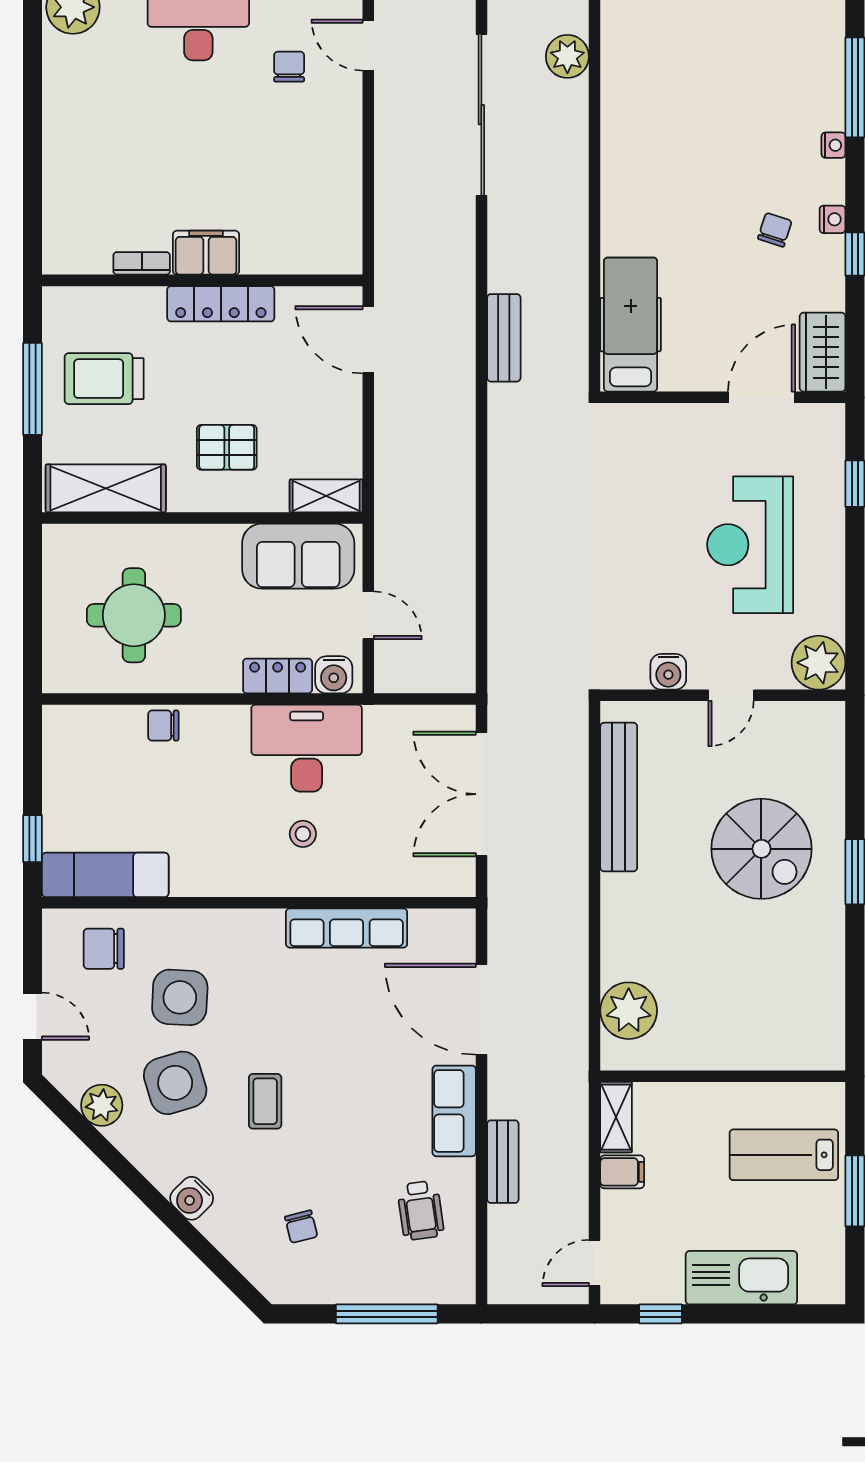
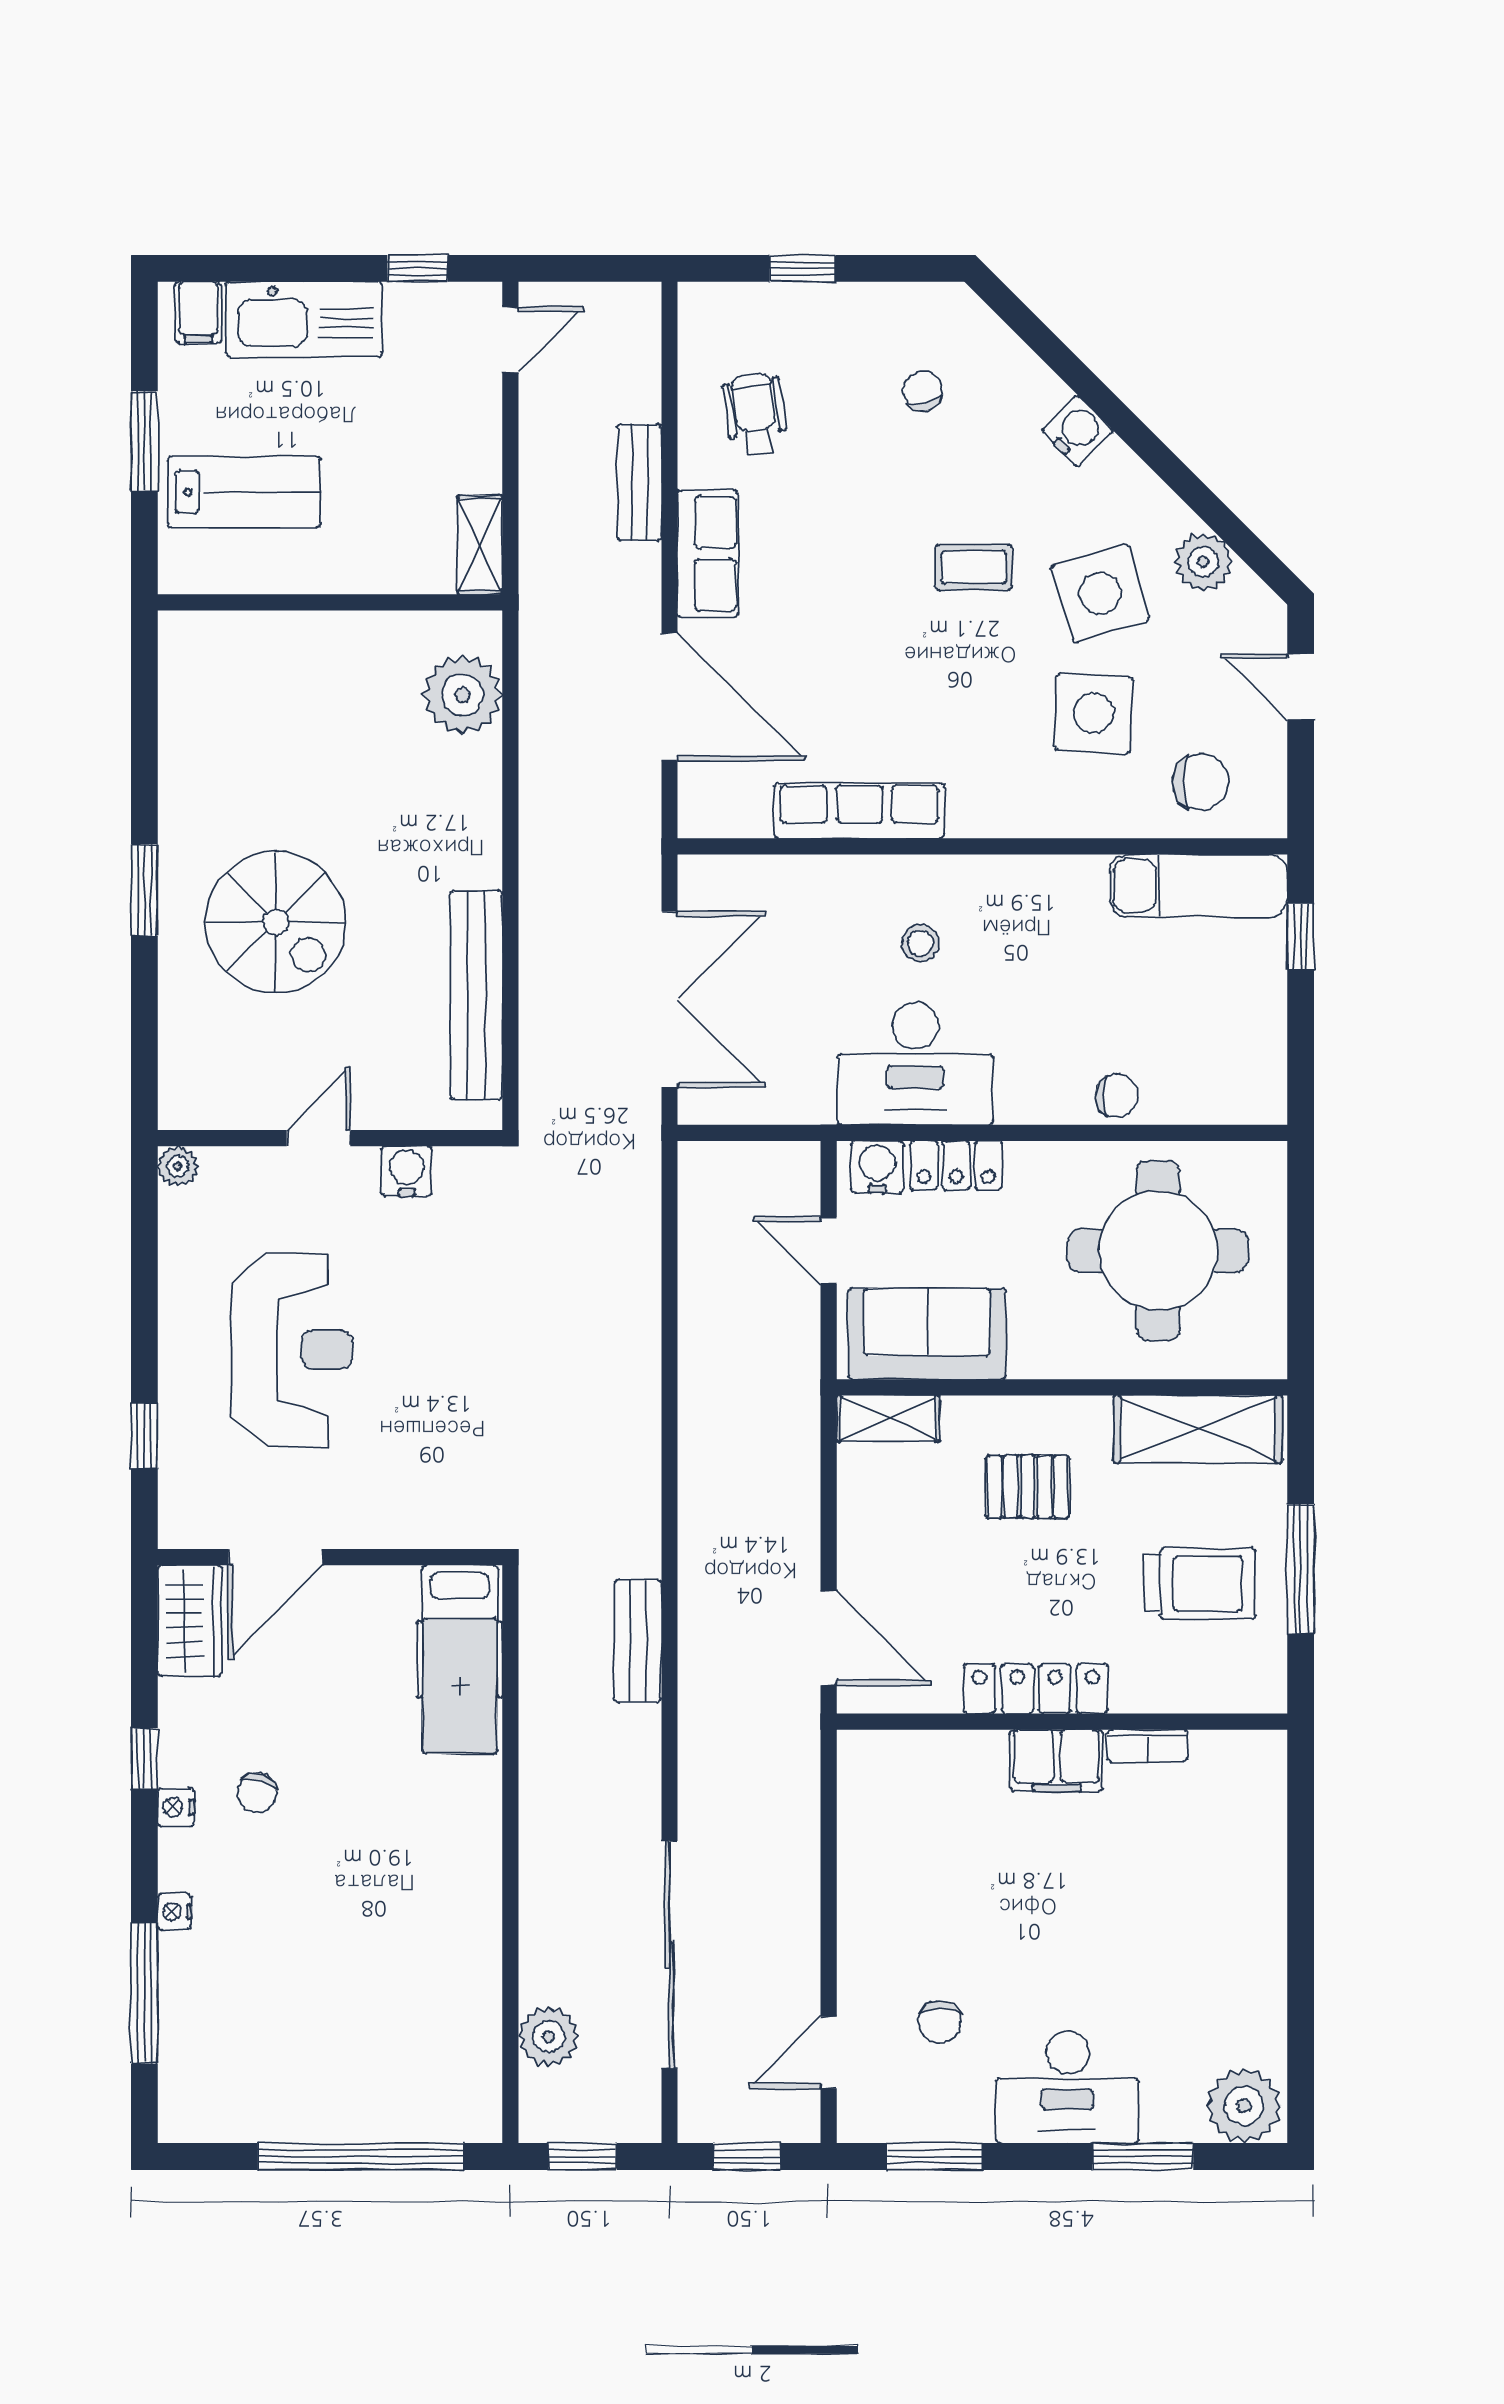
door: (368, 45) -> (829, 2052), swing flipped
round table: (134, 615) -> (1158, 1251), width x1.36, depth x1.36
plant: (818, 663) -> (178, 1166), width x0.53, depth x0.53
spiral stairs: (761, 849) -> (276, 922), turned 180
coffee table: (265, 1101) -> (974, 567), turned 90
filing cabinet: (622, 1172) -> (198, 312), moved, turned -90
window: (387, 1314) -> (803, 268), width x0.46

